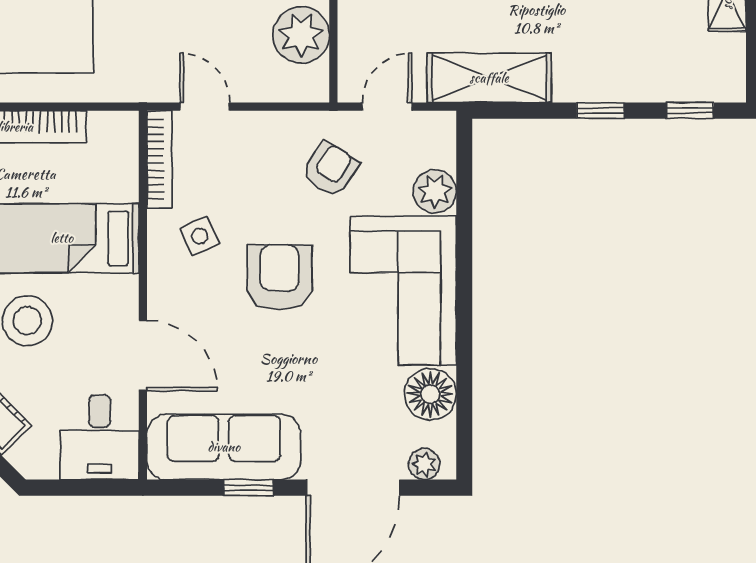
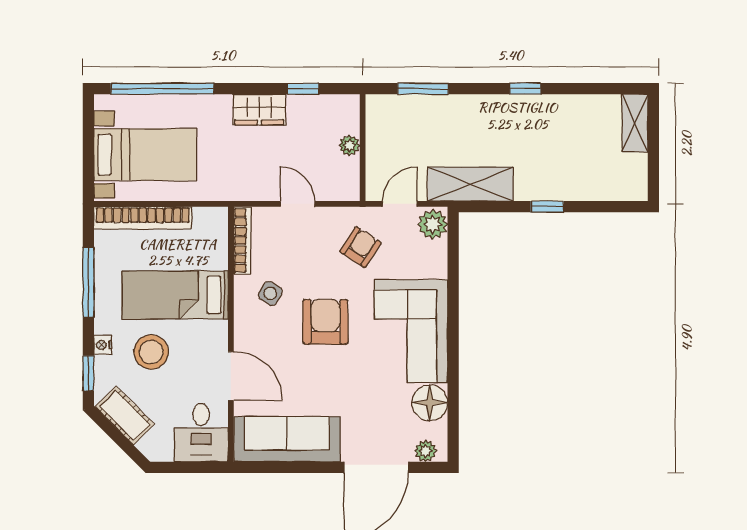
plant: (301, 35) -> (349, 145), width x0.53, depth x0.53
door: (205, 107) -> (298, 204), moved
window: (690, 111) -> (609, 207), removed
plant: (435, 191) -> (433, 224), moved
side table: (200, 236) -> (270, 293), turned -32
window: (249, 488) -> (304, 467), removed

